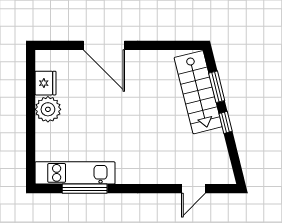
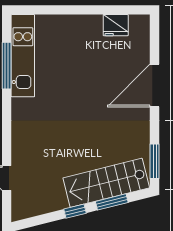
window: (177, 45) -> (155, 161), added
plant: (48, 109) -> (89, 28), removed

